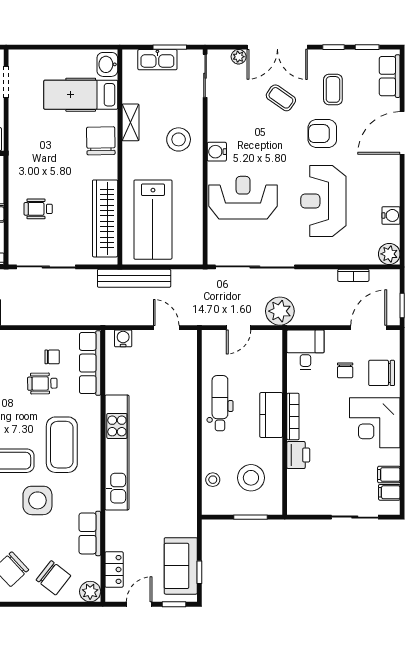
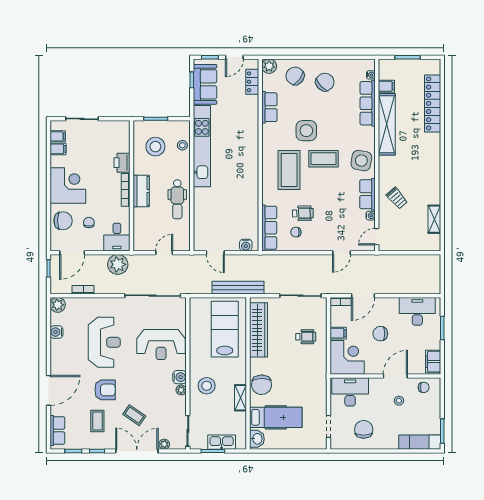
plant: (215, 134) -> (181, 390), added
plant: (280, 311) -> (118, 264), moved
kitchen unit: (117, 452) -> (202, 146), moved, turned 180

